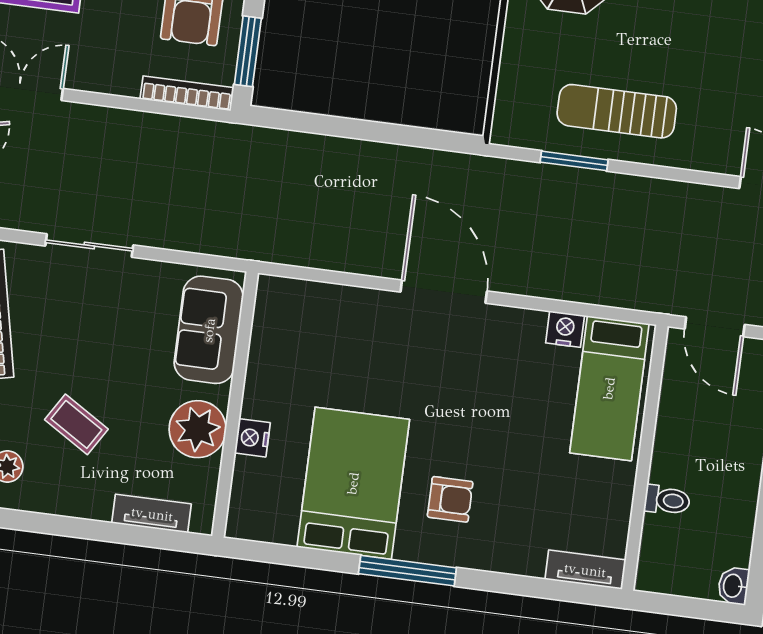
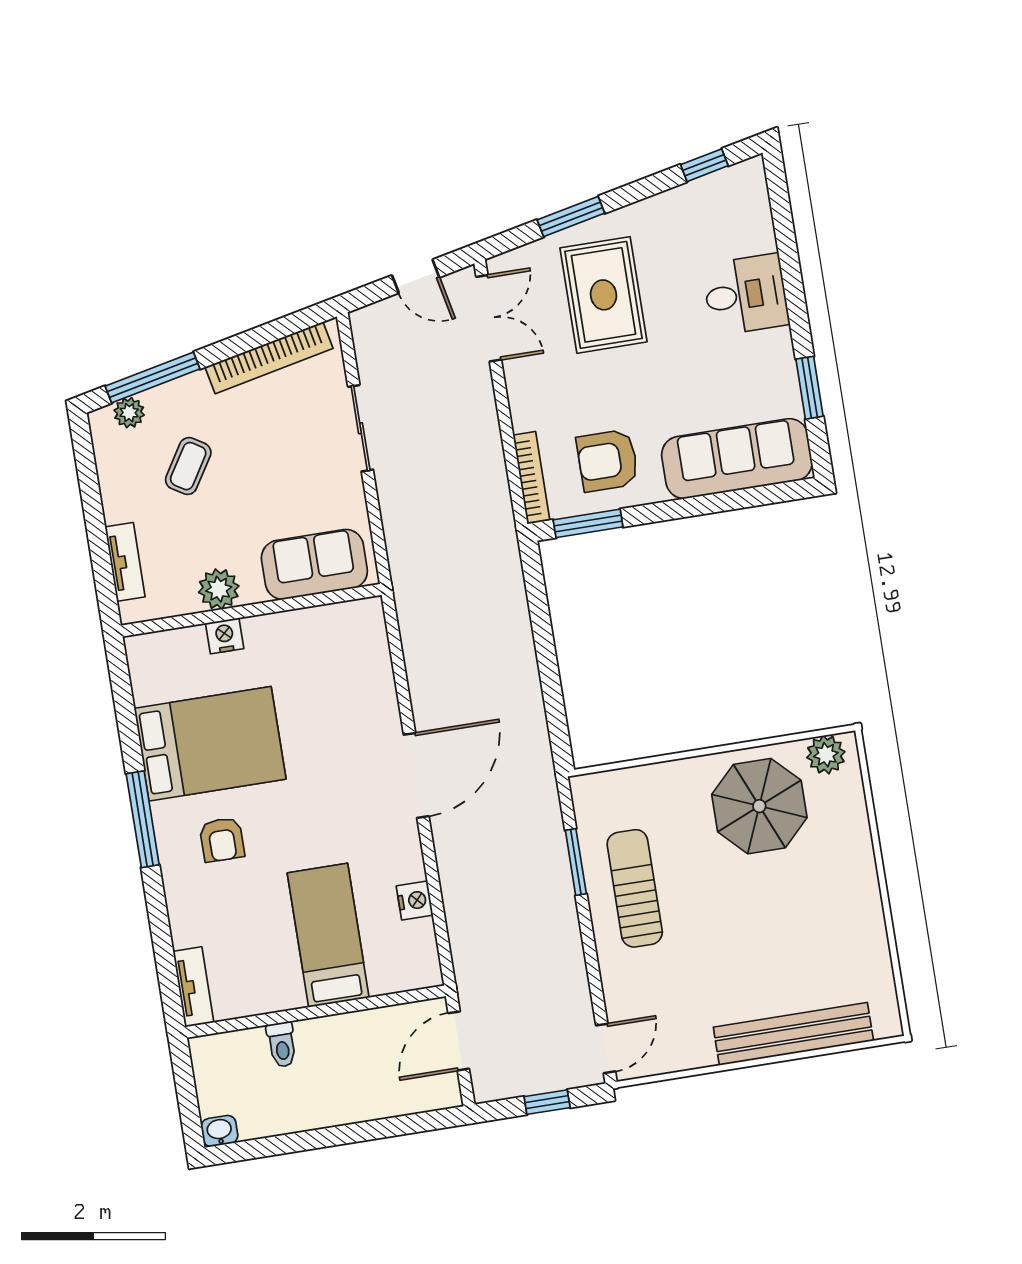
bed: (609, 388) -> (328, 935), moved, turned 90
plant: (198, 429) -> (219, 589), width x0.73, depth x0.73

